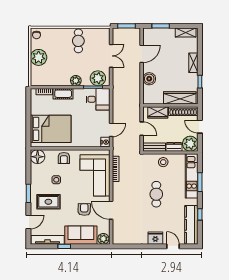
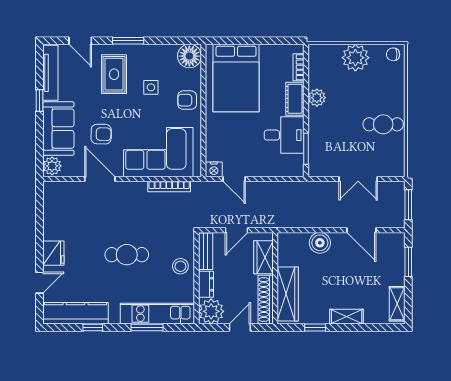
plant: (98, 78) -> (321, 157), removed
plant: (76, 81) -> (317, 98), moved
desk: (98, 99) -> (284, 135), moved, turned -90
door: (111, 210) -> (100, 179), hinge flipped

